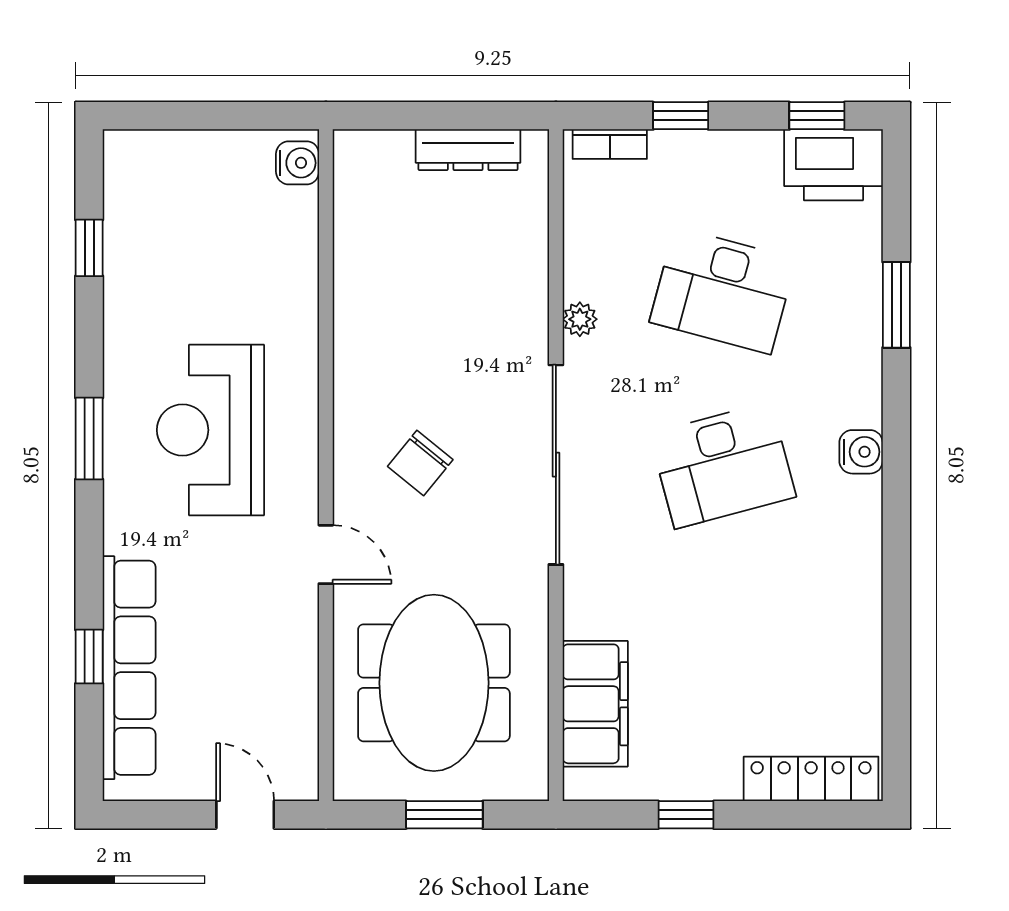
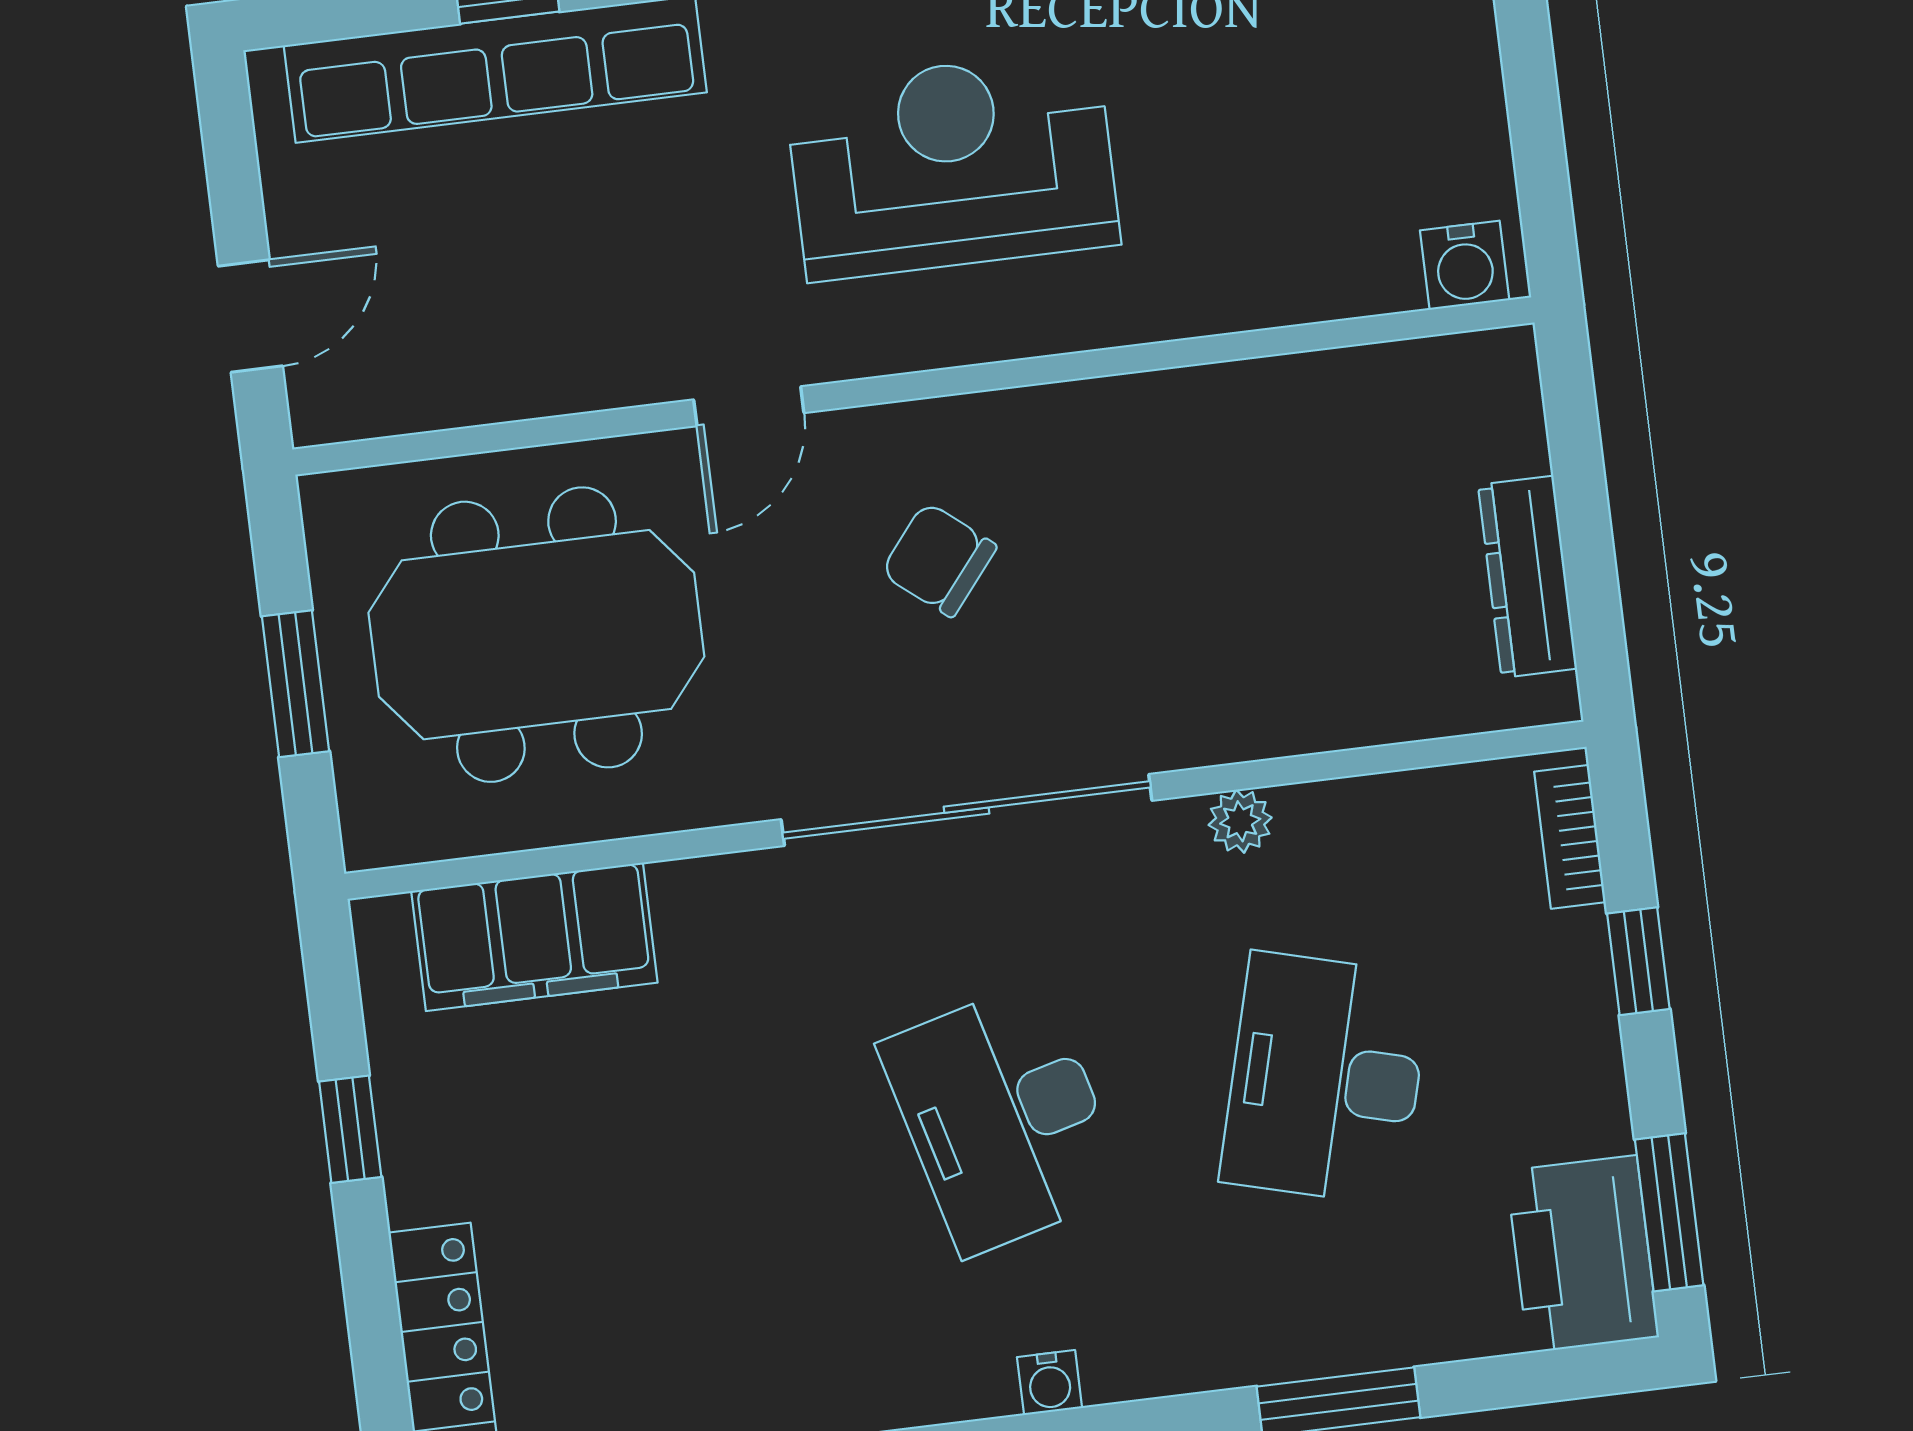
window: (817, 116) -> (1669, 1212), width x1.50
water cooler: (861, 452) -> (1050, 1383), width x0.72, depth x0.72

